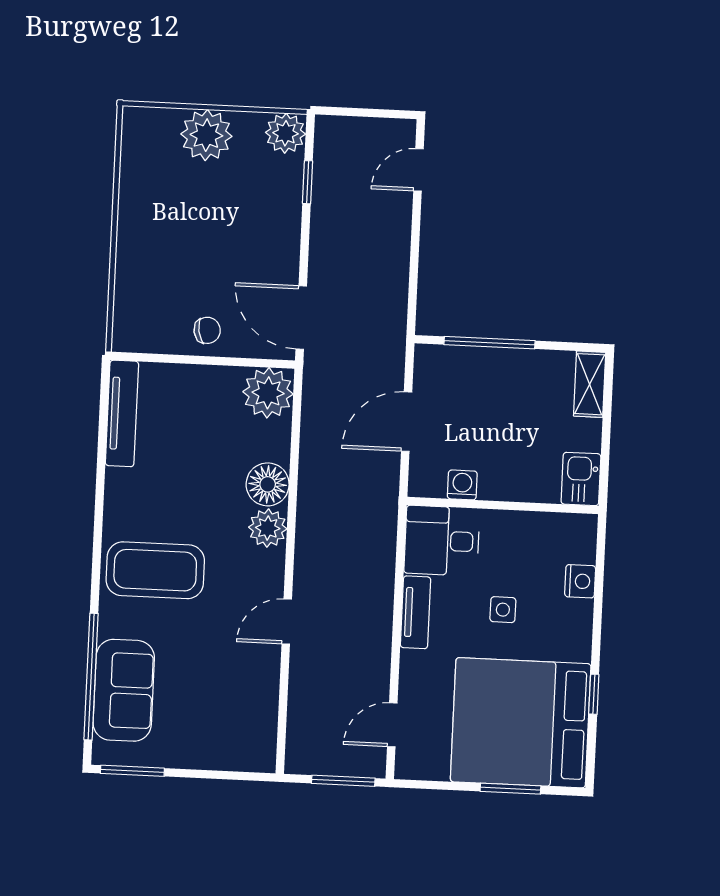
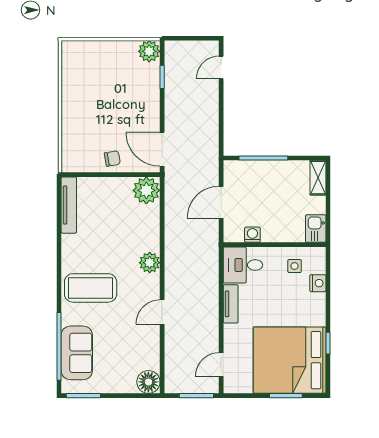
plant: (206, 135) -> (107, 54), removed
floor lamp: (268, 484) -> (148, 382), moved
side table: (503, 610) -> (295, 266), moved

